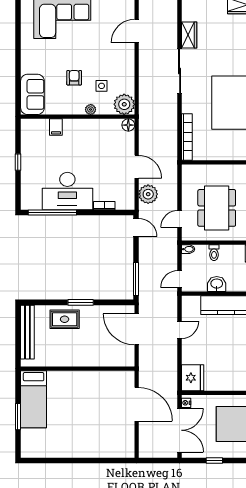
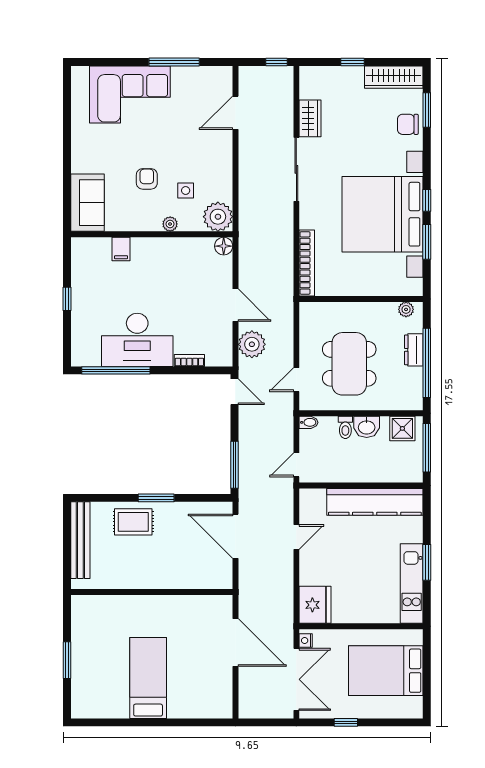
washbasin: (217, 284) -> (367, 427), moved, turned 180
bed: (34, 399) -> (148, 678), moved, turned 180

